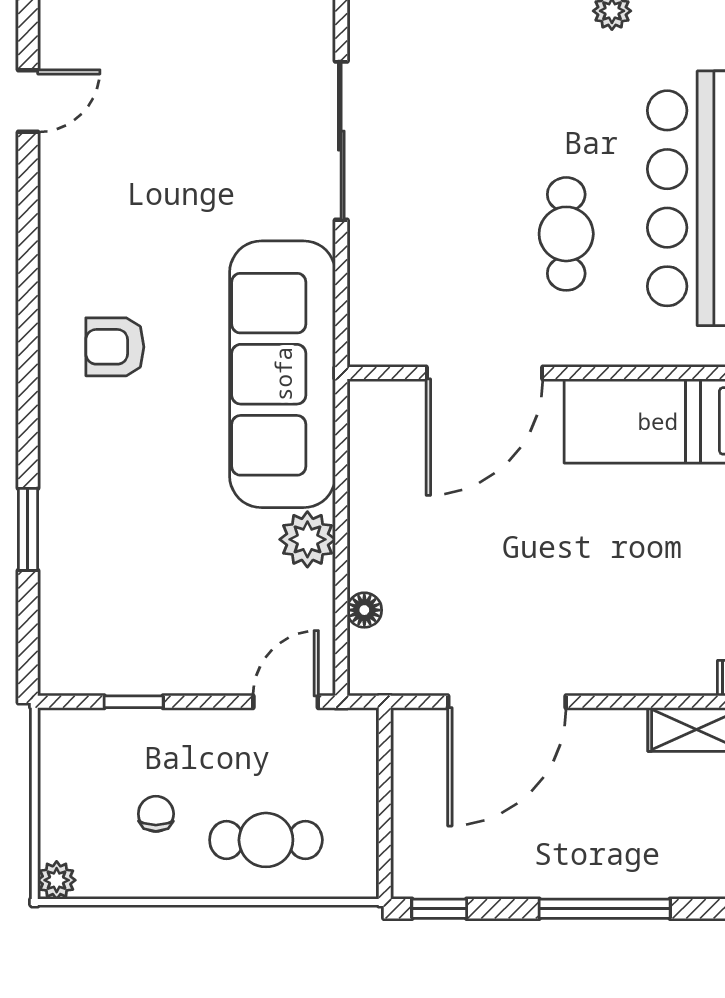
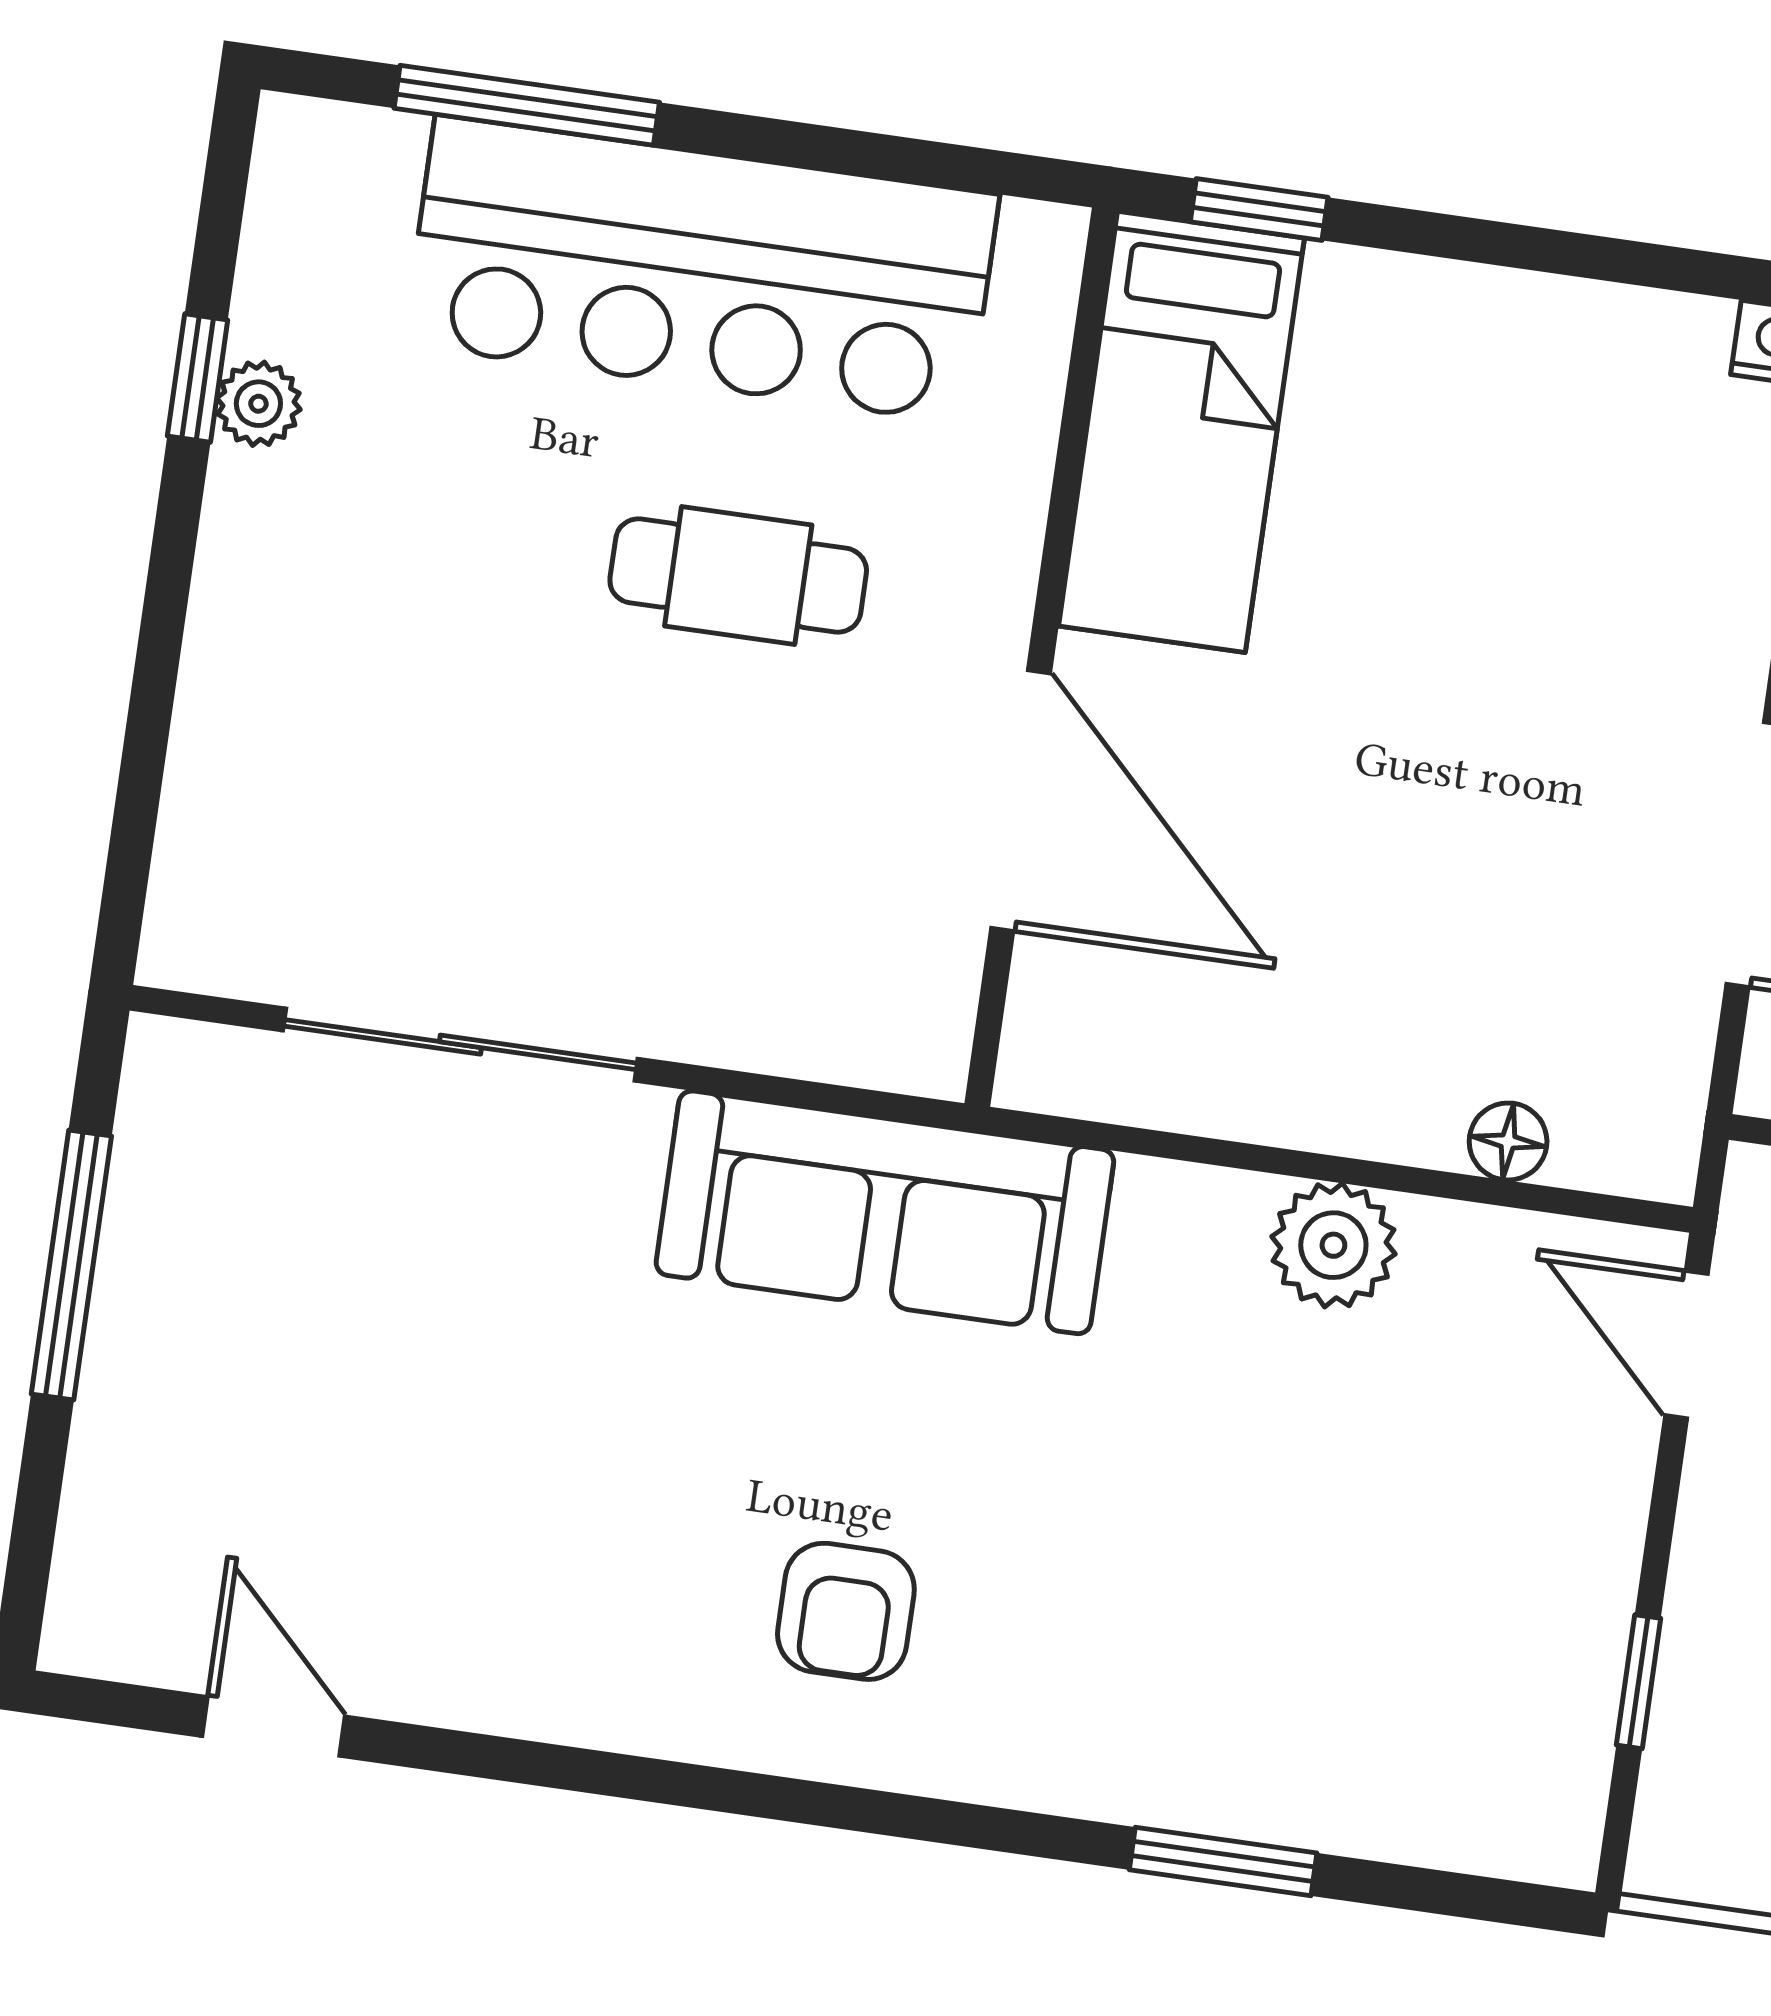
sofa: (283, 374) -> (885, 1212), width x0.74, depth x0.79

